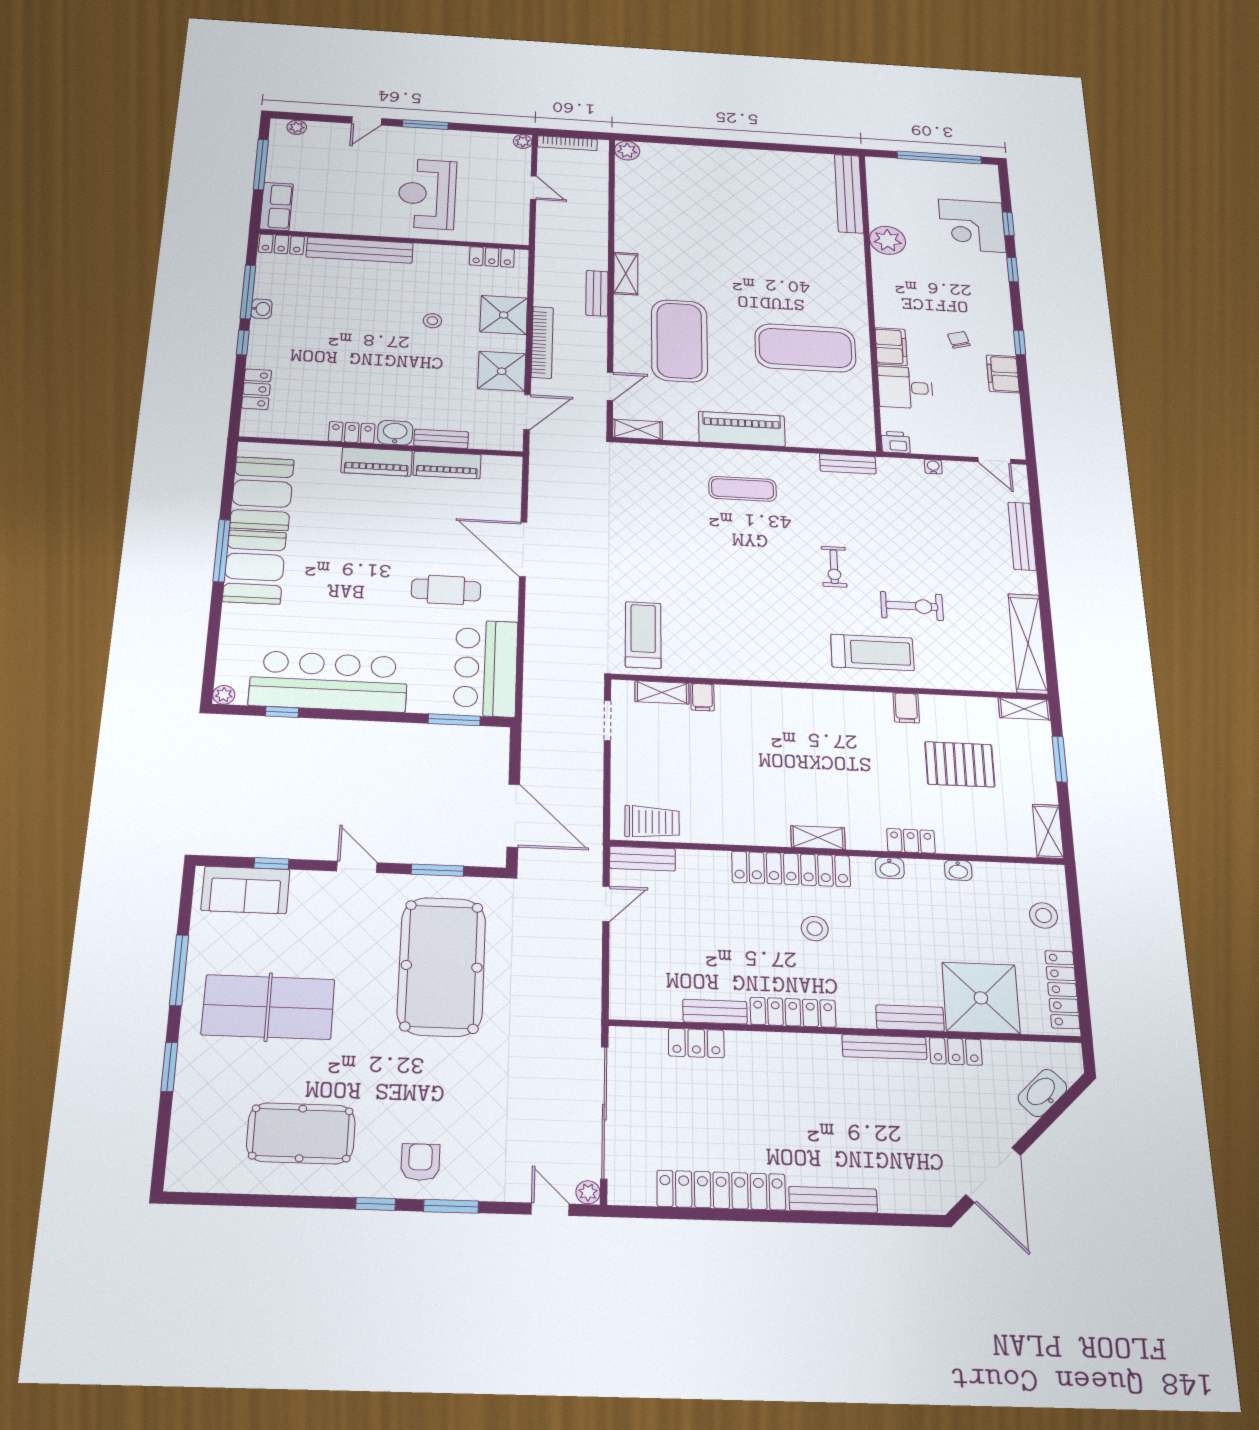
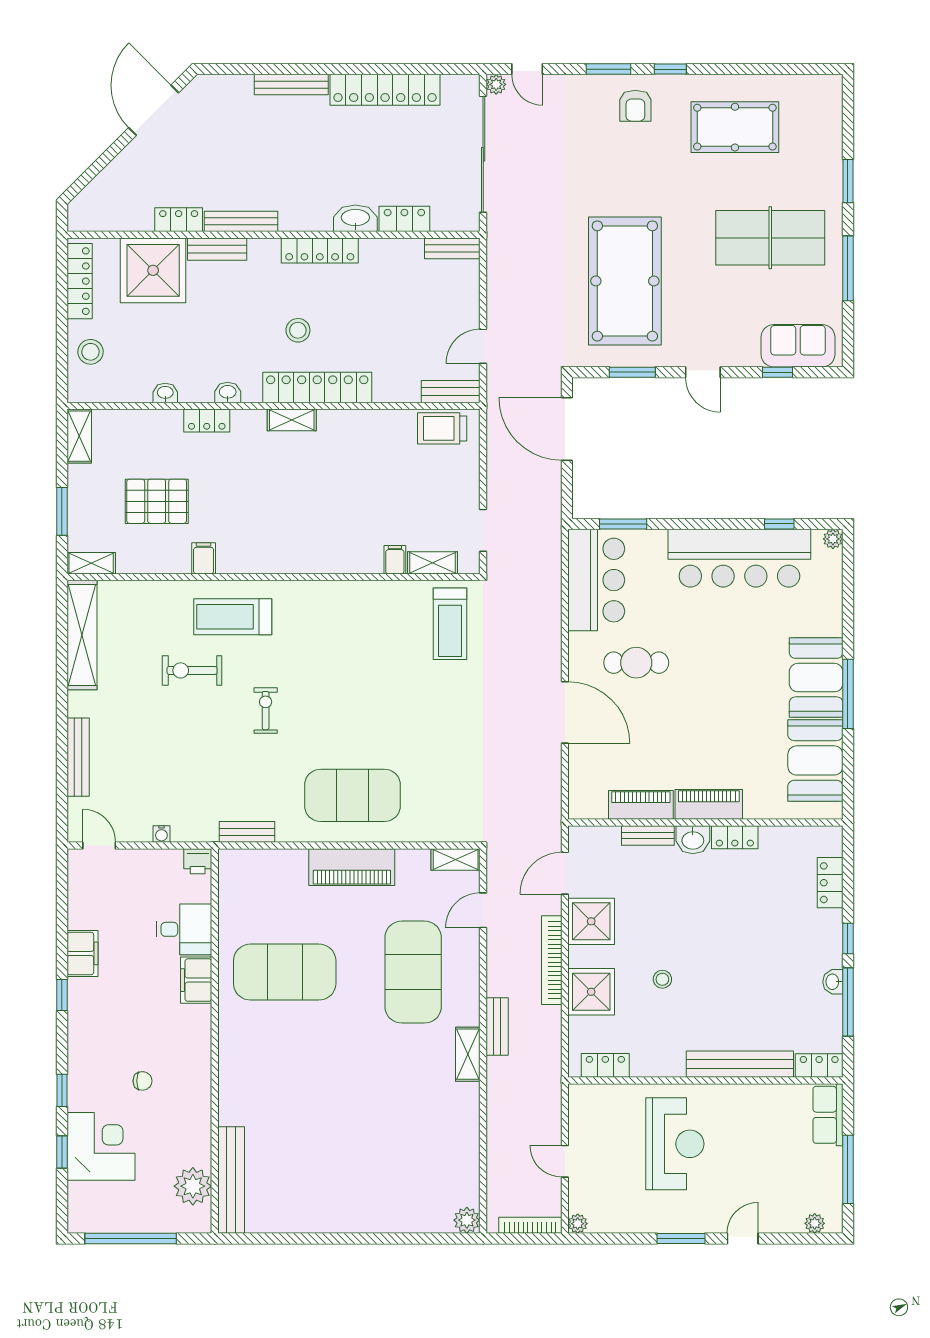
plant: (888, 240) -> (193, 1186), moved
chair: (959, 340) -> (143, 1081), moved, turned -74
exercise mat: (743, 489) -> (353, 795), width x2.00, depth x1.45
bench: (715, 1012) -> (452, 248), moved
washbasin: (1042, 1093) -> (355, 218), moved, turned -135

